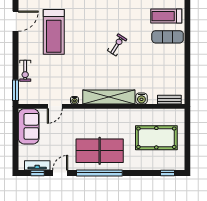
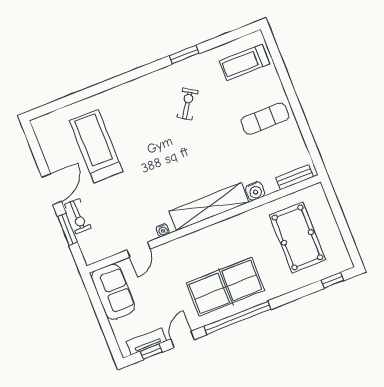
door: (16, 21) -> (52, 189), moved
treadmill: (54, 32) -> (96, 146), turned 180
exercise mat: (168, 37) -> (265, 119), moved
exercise bike: (117, 45) -> (187, 104), moved
window: (16, 90) -> (67, 229), moved
pool table: (156, 138) -> (297, 237), turned 90

